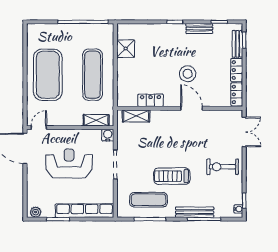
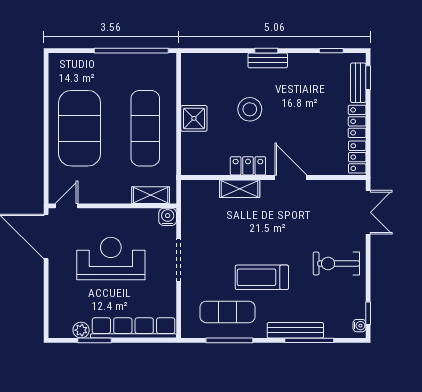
bench: (199, 29) -> (268, 60), moved
shower: (126, 49) -> (194, 118), moved
stool: (188, 74) -> (250, 109), moved
locker: (151, 100) -> (248, 166), moved
shelving: (136, 116) -> (240, 189), moved
plant: (36, 212) -> (81, 330), moved

